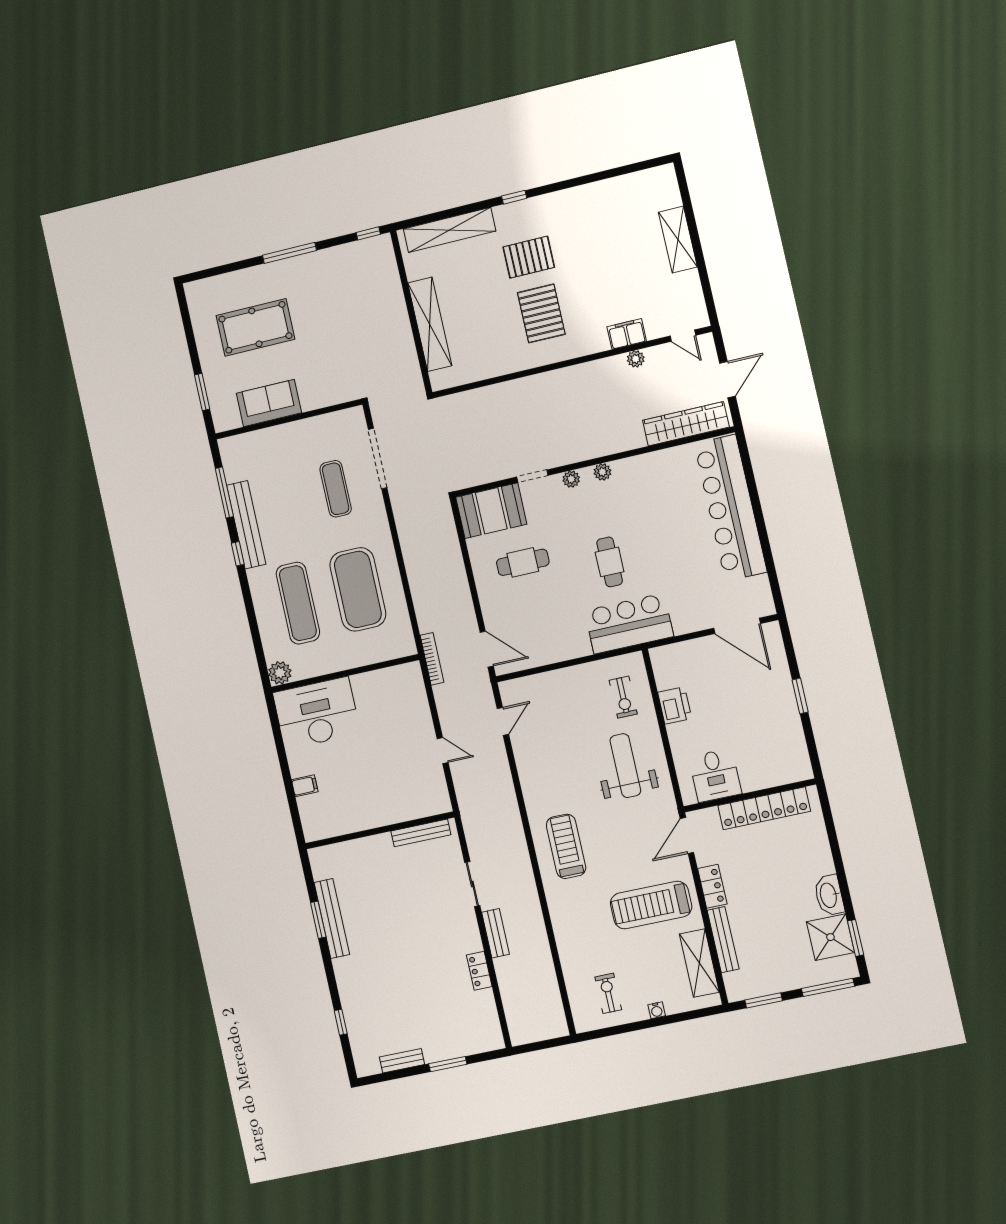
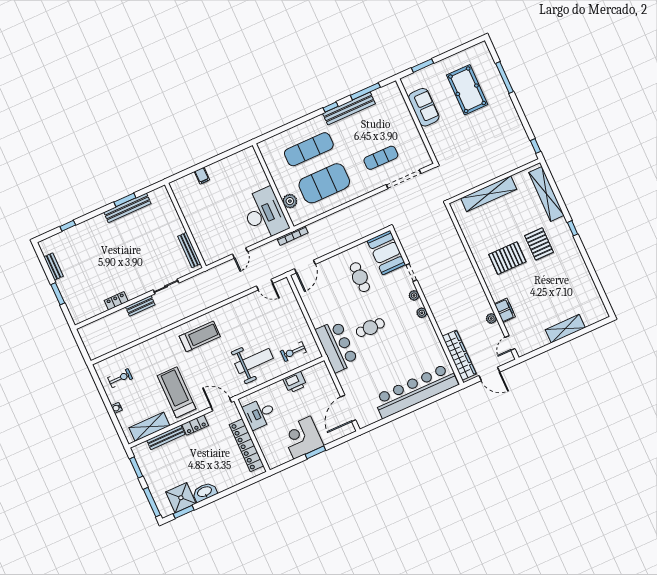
window: (289, 253) -> (505, 77), moved
plant: (280, 673) -> (290, 201), moved
desk: (317, 713) -> (264, 214), moved
corner desk: (770, 713) -> (302, 437), added

